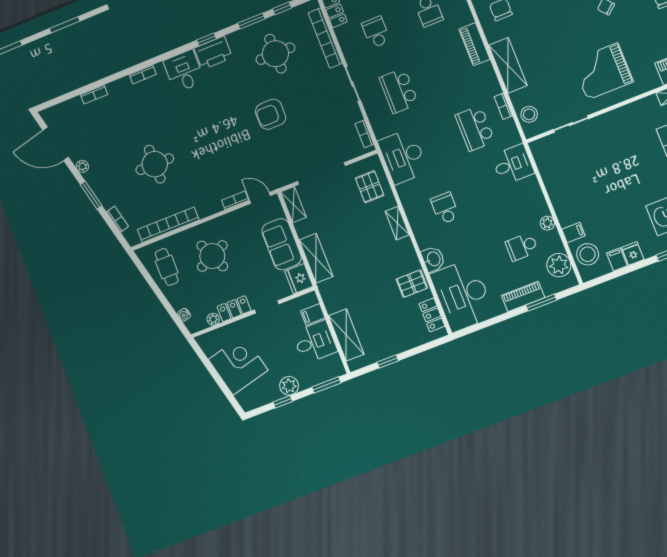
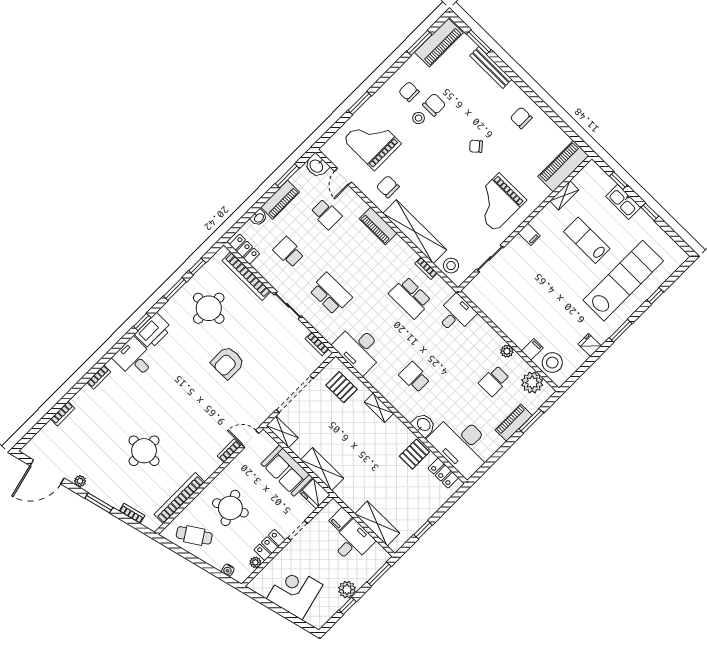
shelving: (508, 65) -> (415, 232), width x1.47
school desk: (399, 91) -> (331, 294), turned 180
filing cabinet: (617, 259) -> (529, 234), moved, turned 180
cafe table: (167, 267) -> (194, 535), turned -33

